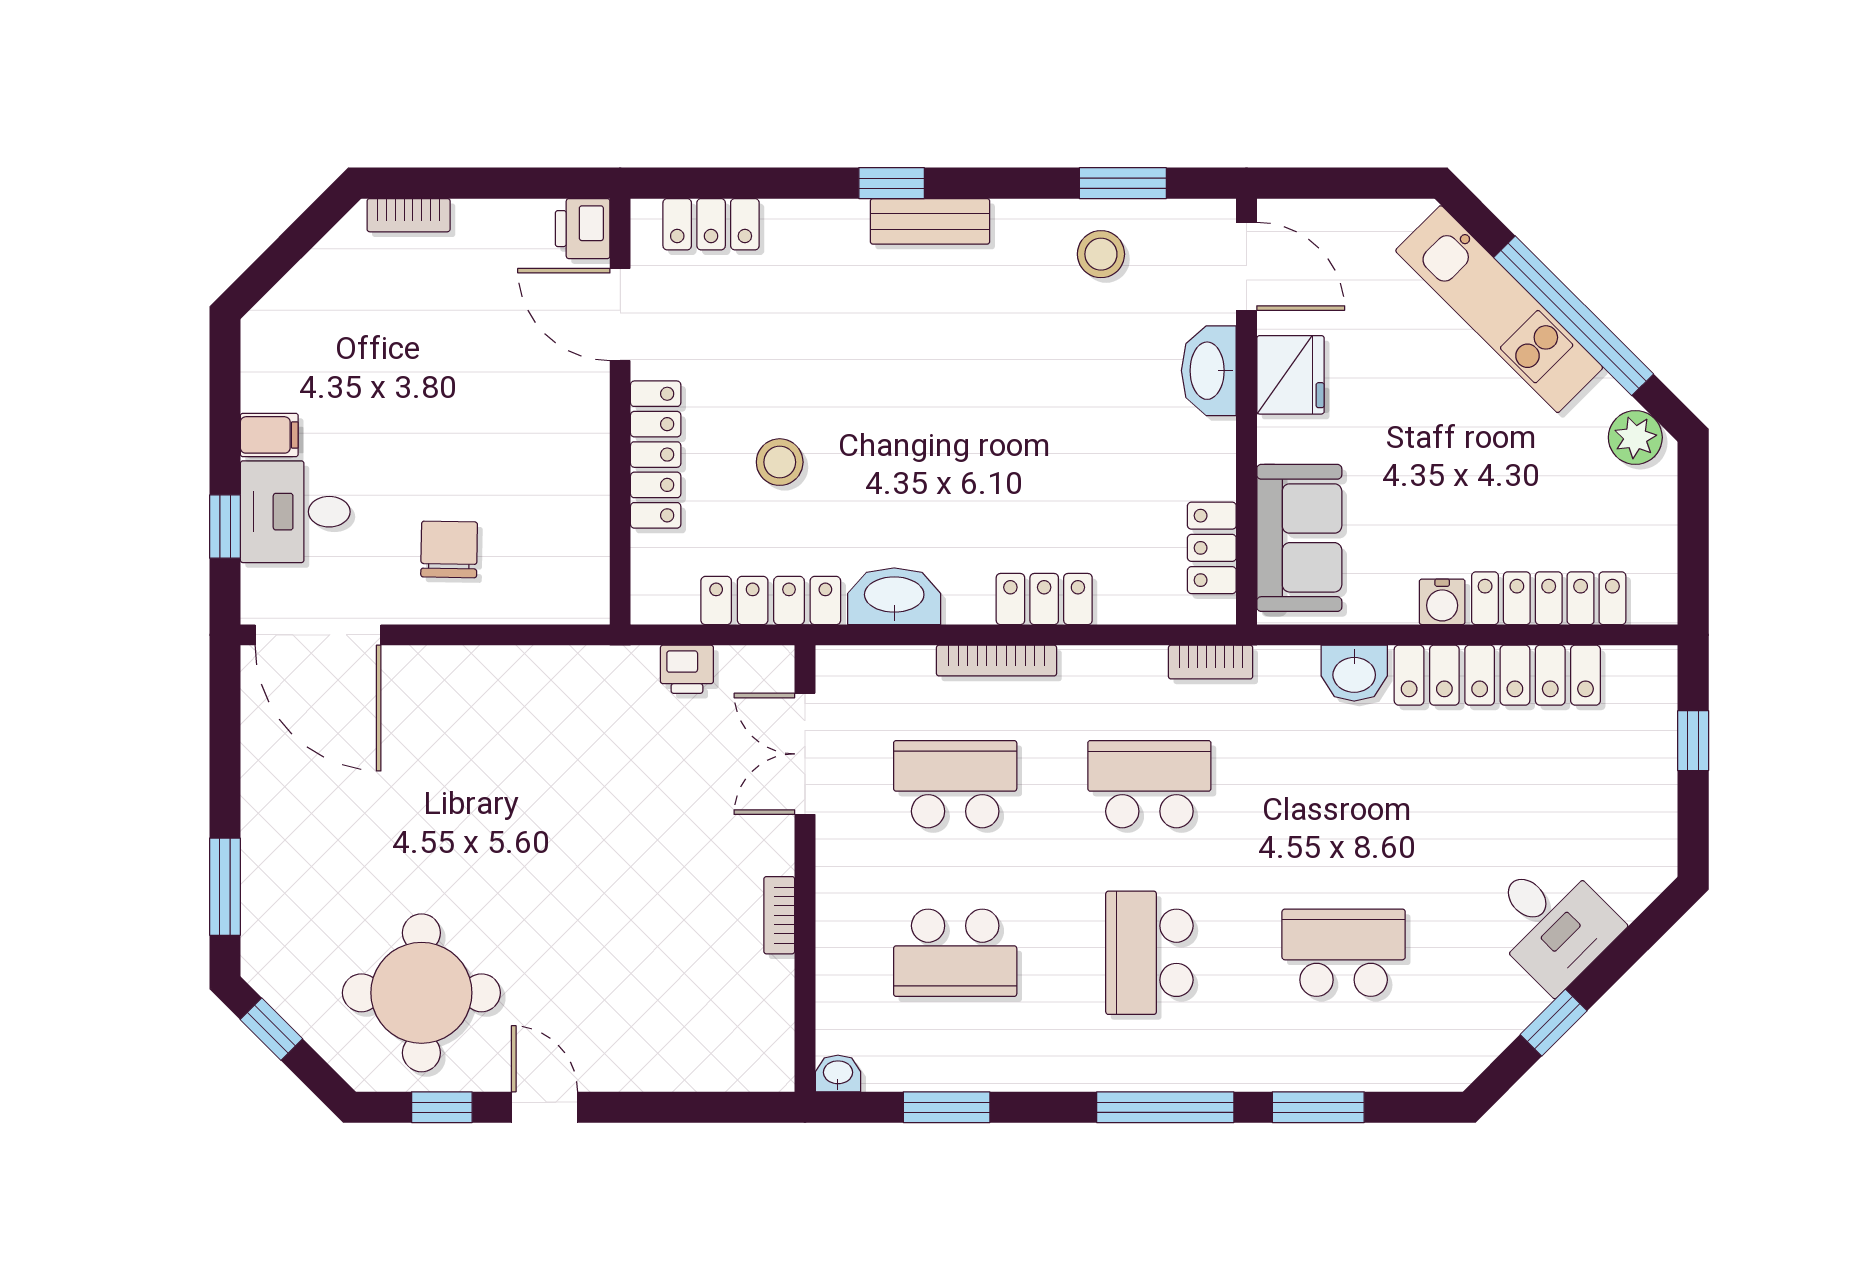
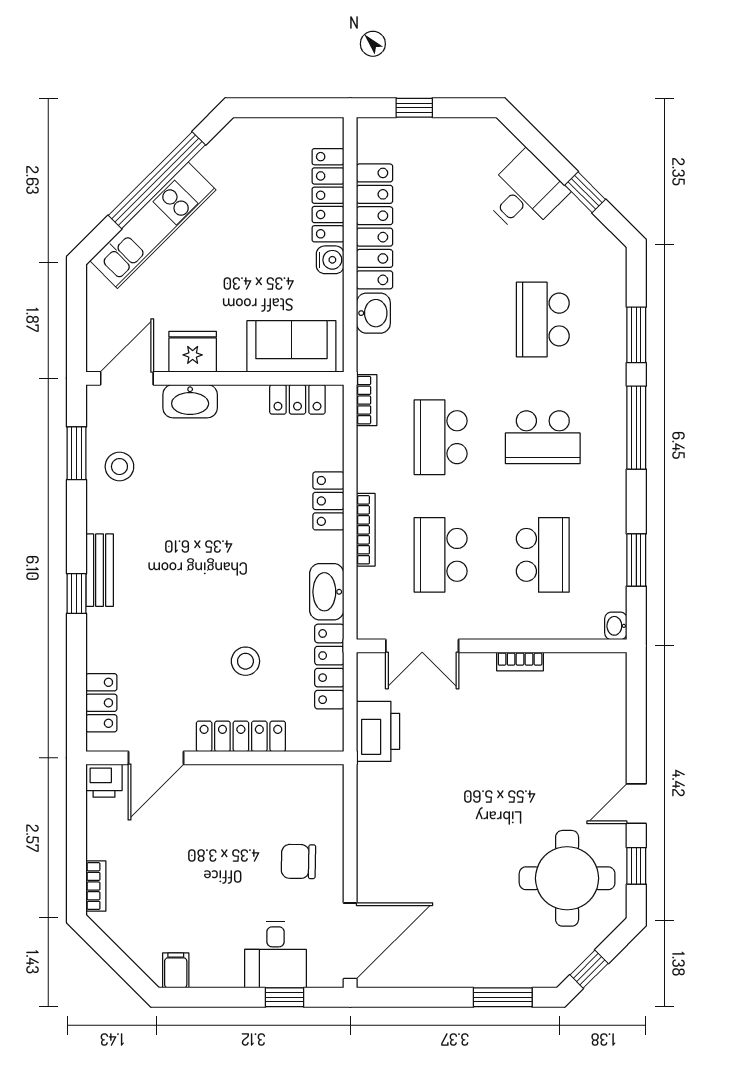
filing cabinet: (269, 435) -> (176, 970), moved
plant: (1635, 437) -> (231, 143), removed
printer: (687, 669) -> (378, 731), width x1.87, depth x1.48

